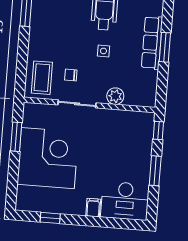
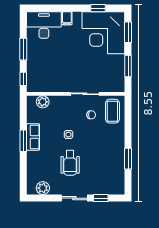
row of seats: (152, 43) -> (33, 137), width x0.68
plant: (115, 96) -> (43, 102), moved
corner desk: (48, 158) -> (103, 33), moved
window: (12, 182) -> (128, 32), added

